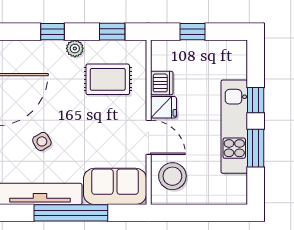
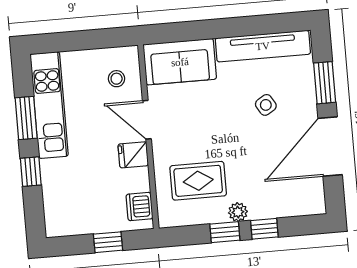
window: (112, 32) -> (225, 232), moved
dishwasher: (162, 83) -> (140, 207), moved
kitchen unit: (234, 127) -> (49, 105), moved
stool: (172, 176) -> (117, 79), width x0.53, depth x0.53
window: (71, 213) -> (227, 28), removed

